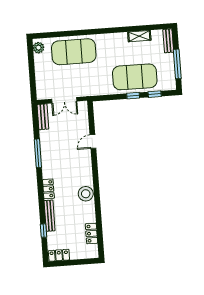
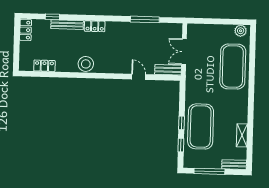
bench: (43, 117) -> (168, 70), moved
window: (38, 153) -> (145, 19), moved

